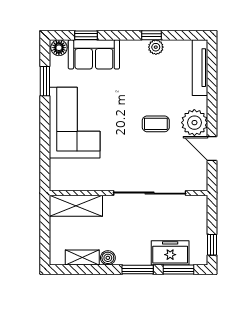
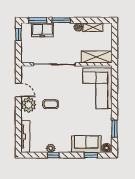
corner sofa: (75, 123) -> (97, 88), moved

